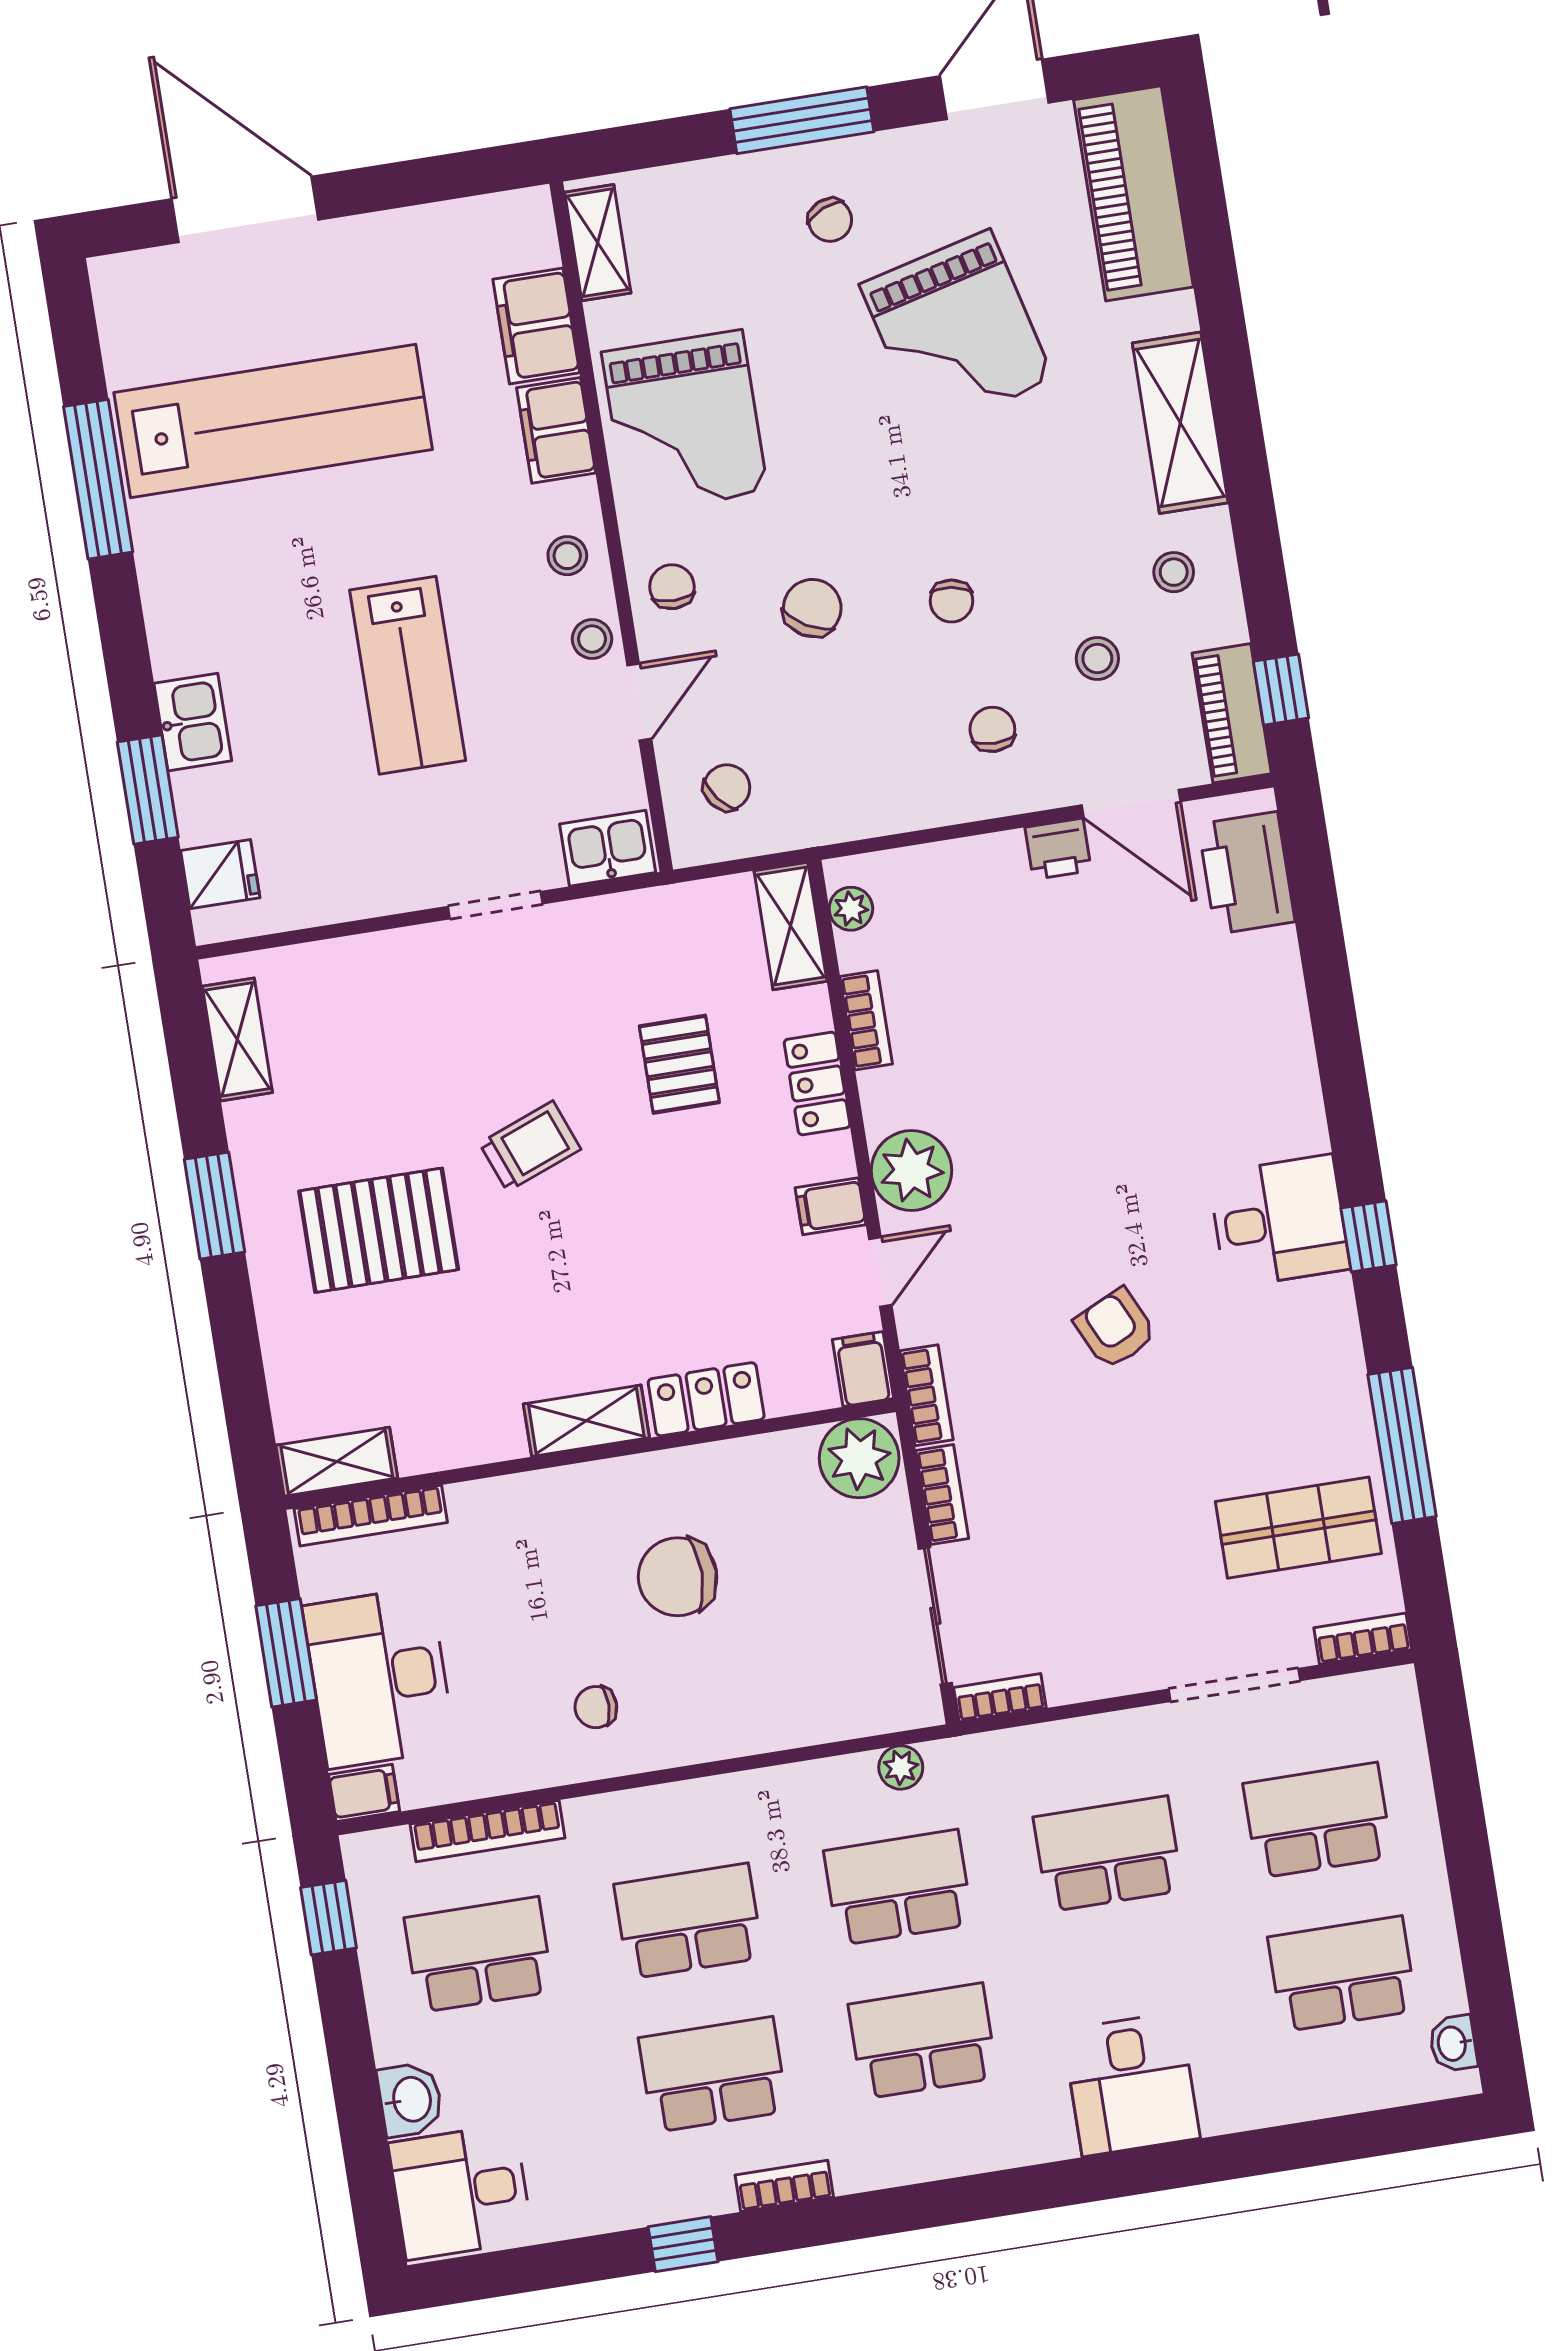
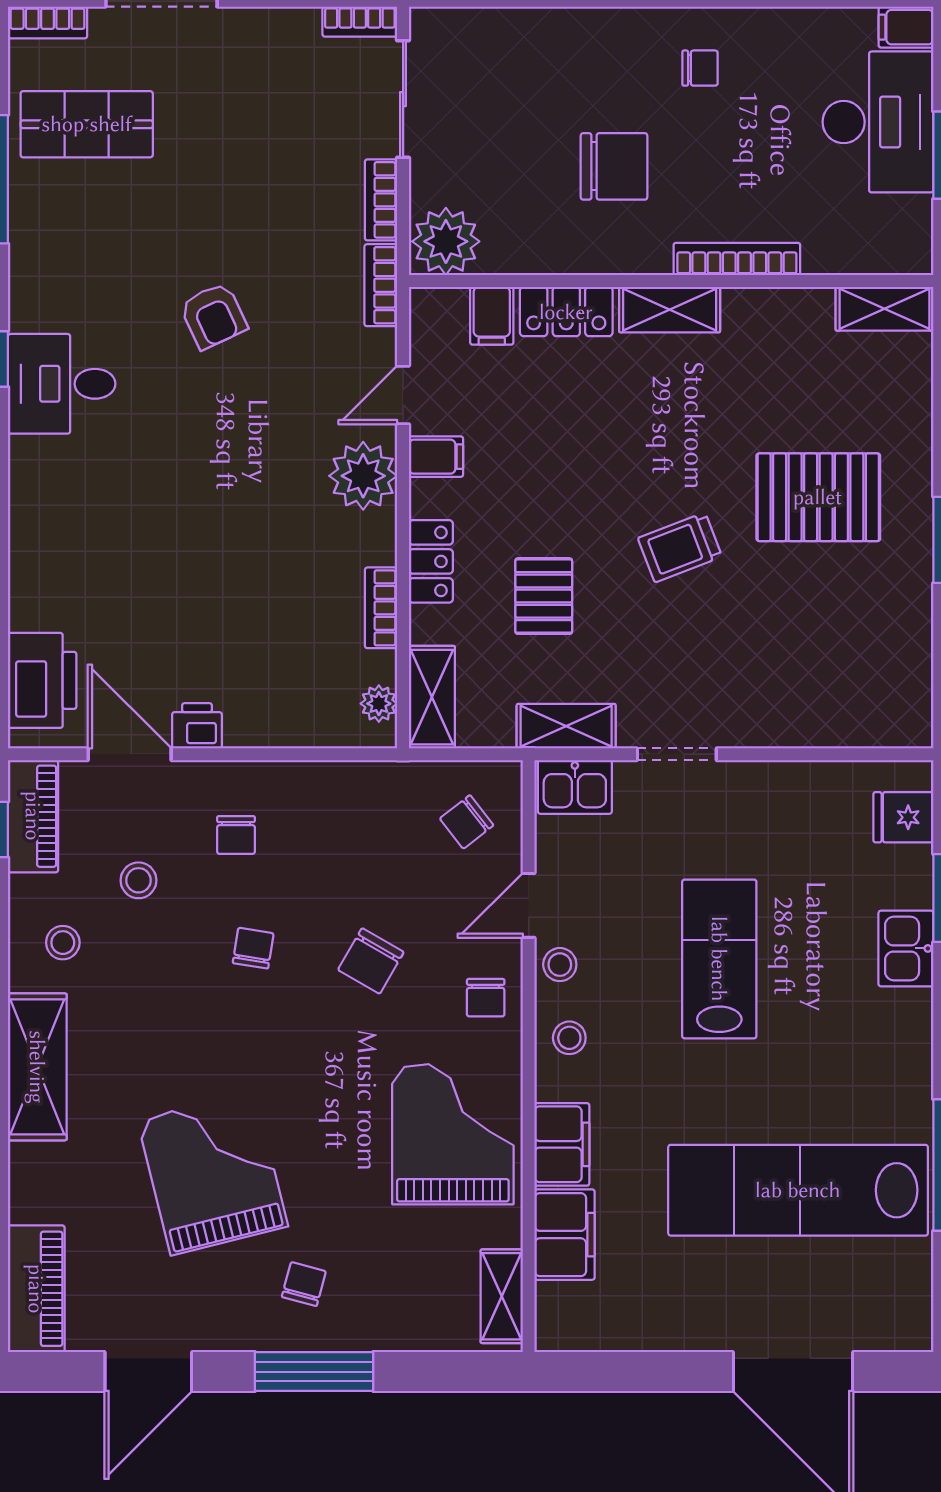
piano: (1134, 193) -> (36, 1289), width x0.73, depth x0.75
chair: (830, 220) -> (304, 1284), turned 38
shelving: (237, 1039) -> (566, 726), moved, turned 90
filing cabinet: (863, 1369) -> (492, 316), moved
bookcase: (371, 1516) -> (737, 259), moved

